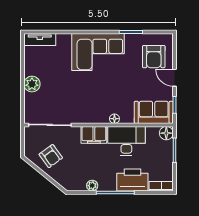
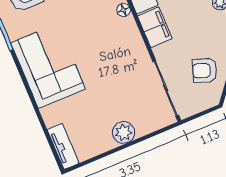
armchair: (51, 156) -> (205, 70), turned -124

